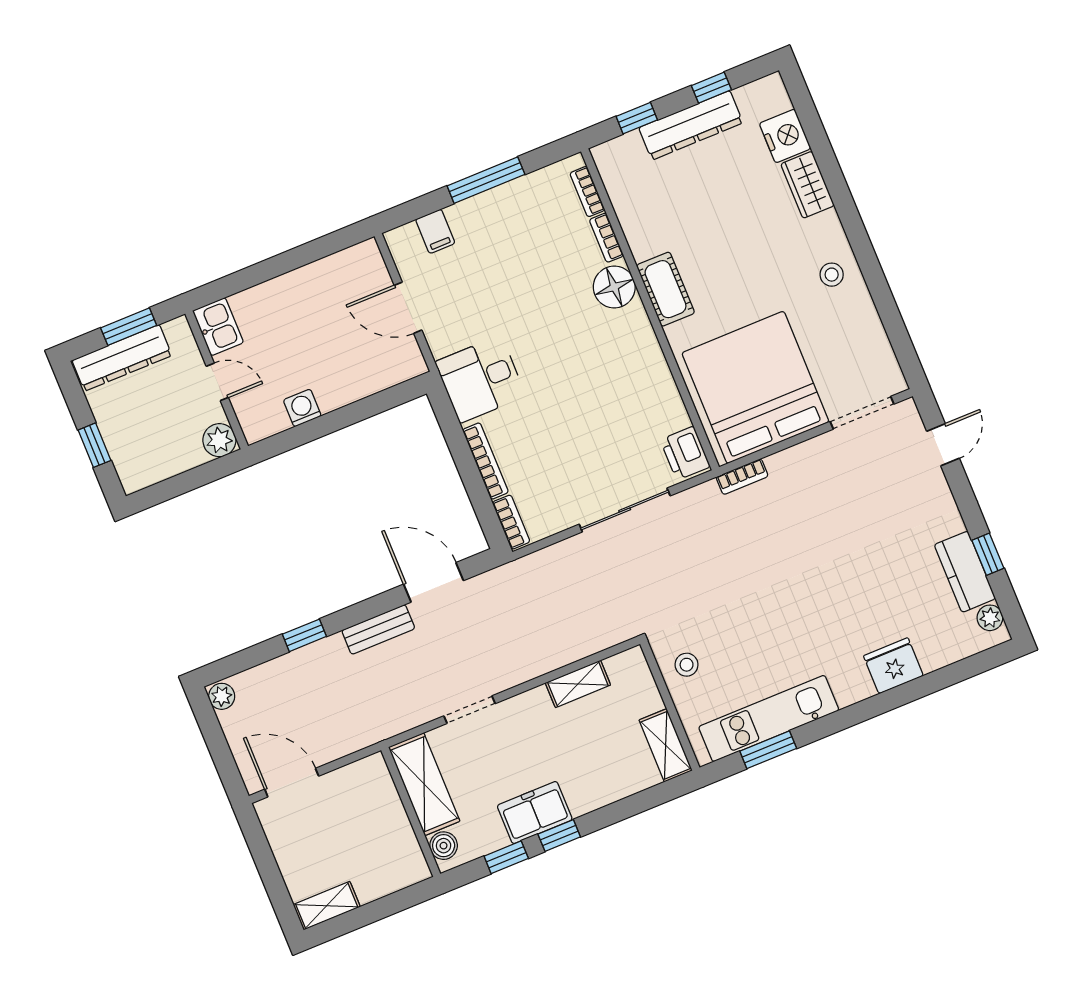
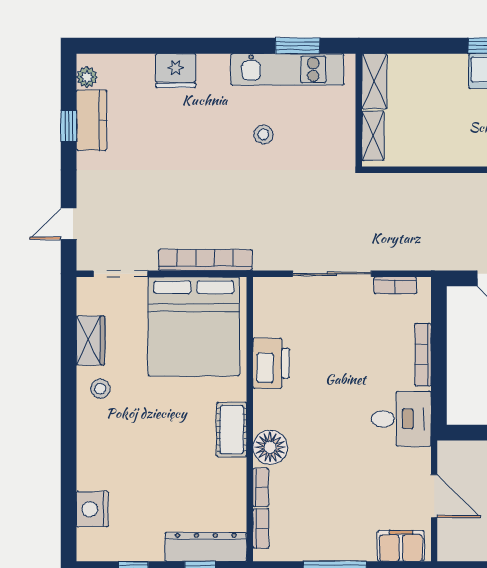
dresser: (691, 125) -> (206, 547), moved
wardrobe: (808, 185) -> (91, 341), moved
filing cabinet: (435, 231) -> (401, 546), width x2.00
printer: (685, 453) -> (271, 363), moved, width x1.37, depth x1.19
bookcase: (742, 477) -> (205, 260), width x2.31, depth x1.31
bookcase: (511, 522) -> (395, 285), moved, turned -90
stool: (687, 665) -> (263, 134), moved
shelving: (578, 684) -> (373, 136), moved, turned 90

